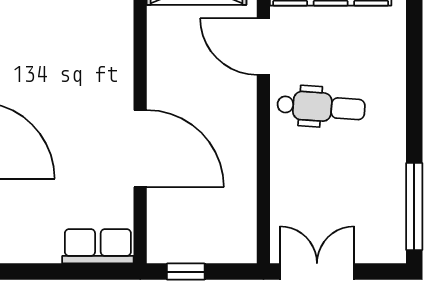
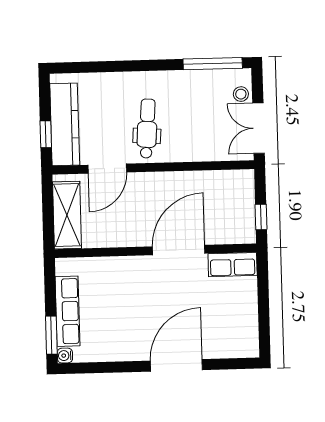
row of seats: (98, 246) -> (233, 265), moved, turned -90
stool: (368, 247) -> (241, 94), added

